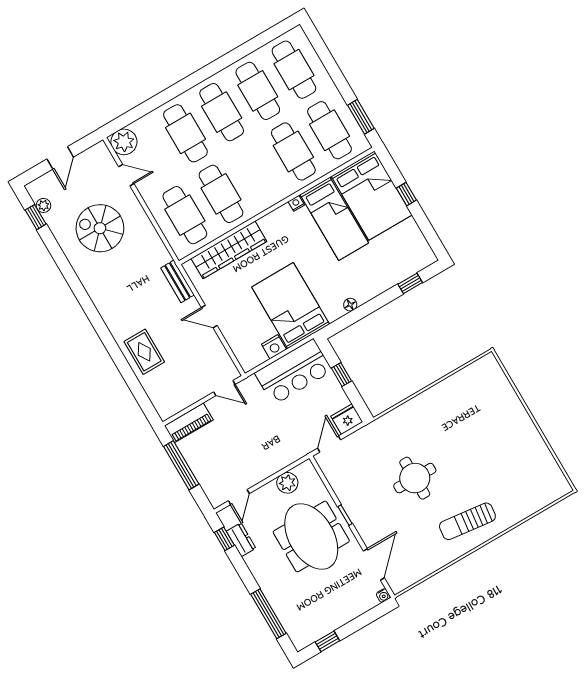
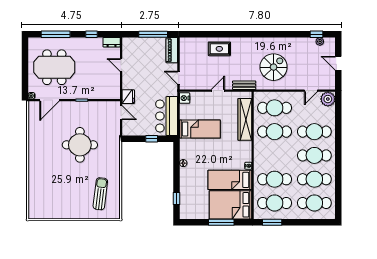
window: (406, 194) -> (221, 222), width x2.17
spiral stairs: (100, 228) -> (274, 67), moved
bed: (291, 306) -> (200, 129), width x0.67
nightstand: (274, 347) -> (185, 98), moved
door: (224, 388) -> (179, 78), hinge flipped
fridge: (347, 419) -> (128, 97), moved
round table: (415, 478) -> (80, 145), width x1.36, depth x1.36
plant: (287, 483) -> (114, 81), removed
door: (239, 497) -> (121, 65), moved
sun lounger: (467, 521) -> (100, 194), moved
meeting table: (311, 537) -> (54, 67), moved
window: (224, 539) -> (92, 34), moved
dresser: (241, 540) -> (112, 42), moved
door: (374, 564) -> (49, 100), hinge flipped
window: (327, 641) -> (25, 55), removed

